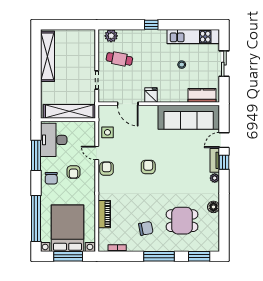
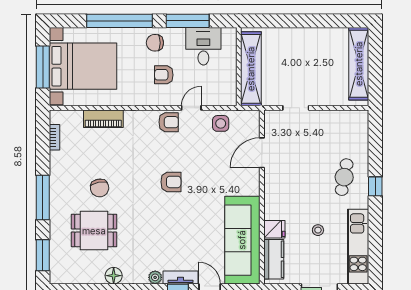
plant: (111, 36) -> (359, 129), removed
shelving: (47, 56) -> (359, 64), moved, turned 90
cafe table: (119, 59) -> (344, 177), moved
fridge: (151, 95) -> (274, 229), moved
desk: (54, 140) -> (203, 46), width x0.73
window: (36, 219) -> (120, 21), moved
dining table: (182, 221) -> (94, 231), turned 90
chair: (146, 228) -> (100, 188), moved

